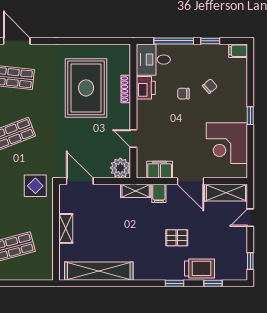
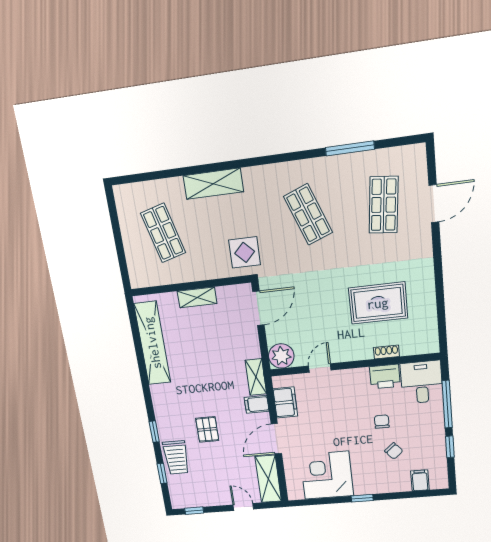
filing cabinet: (238, 51) -> (420, 480), moved
rug: (86, 88) -> (378, 303), width x0.73, depth x0.69
shoe rack: (126, 89) -> (386, 352), width x0.70

